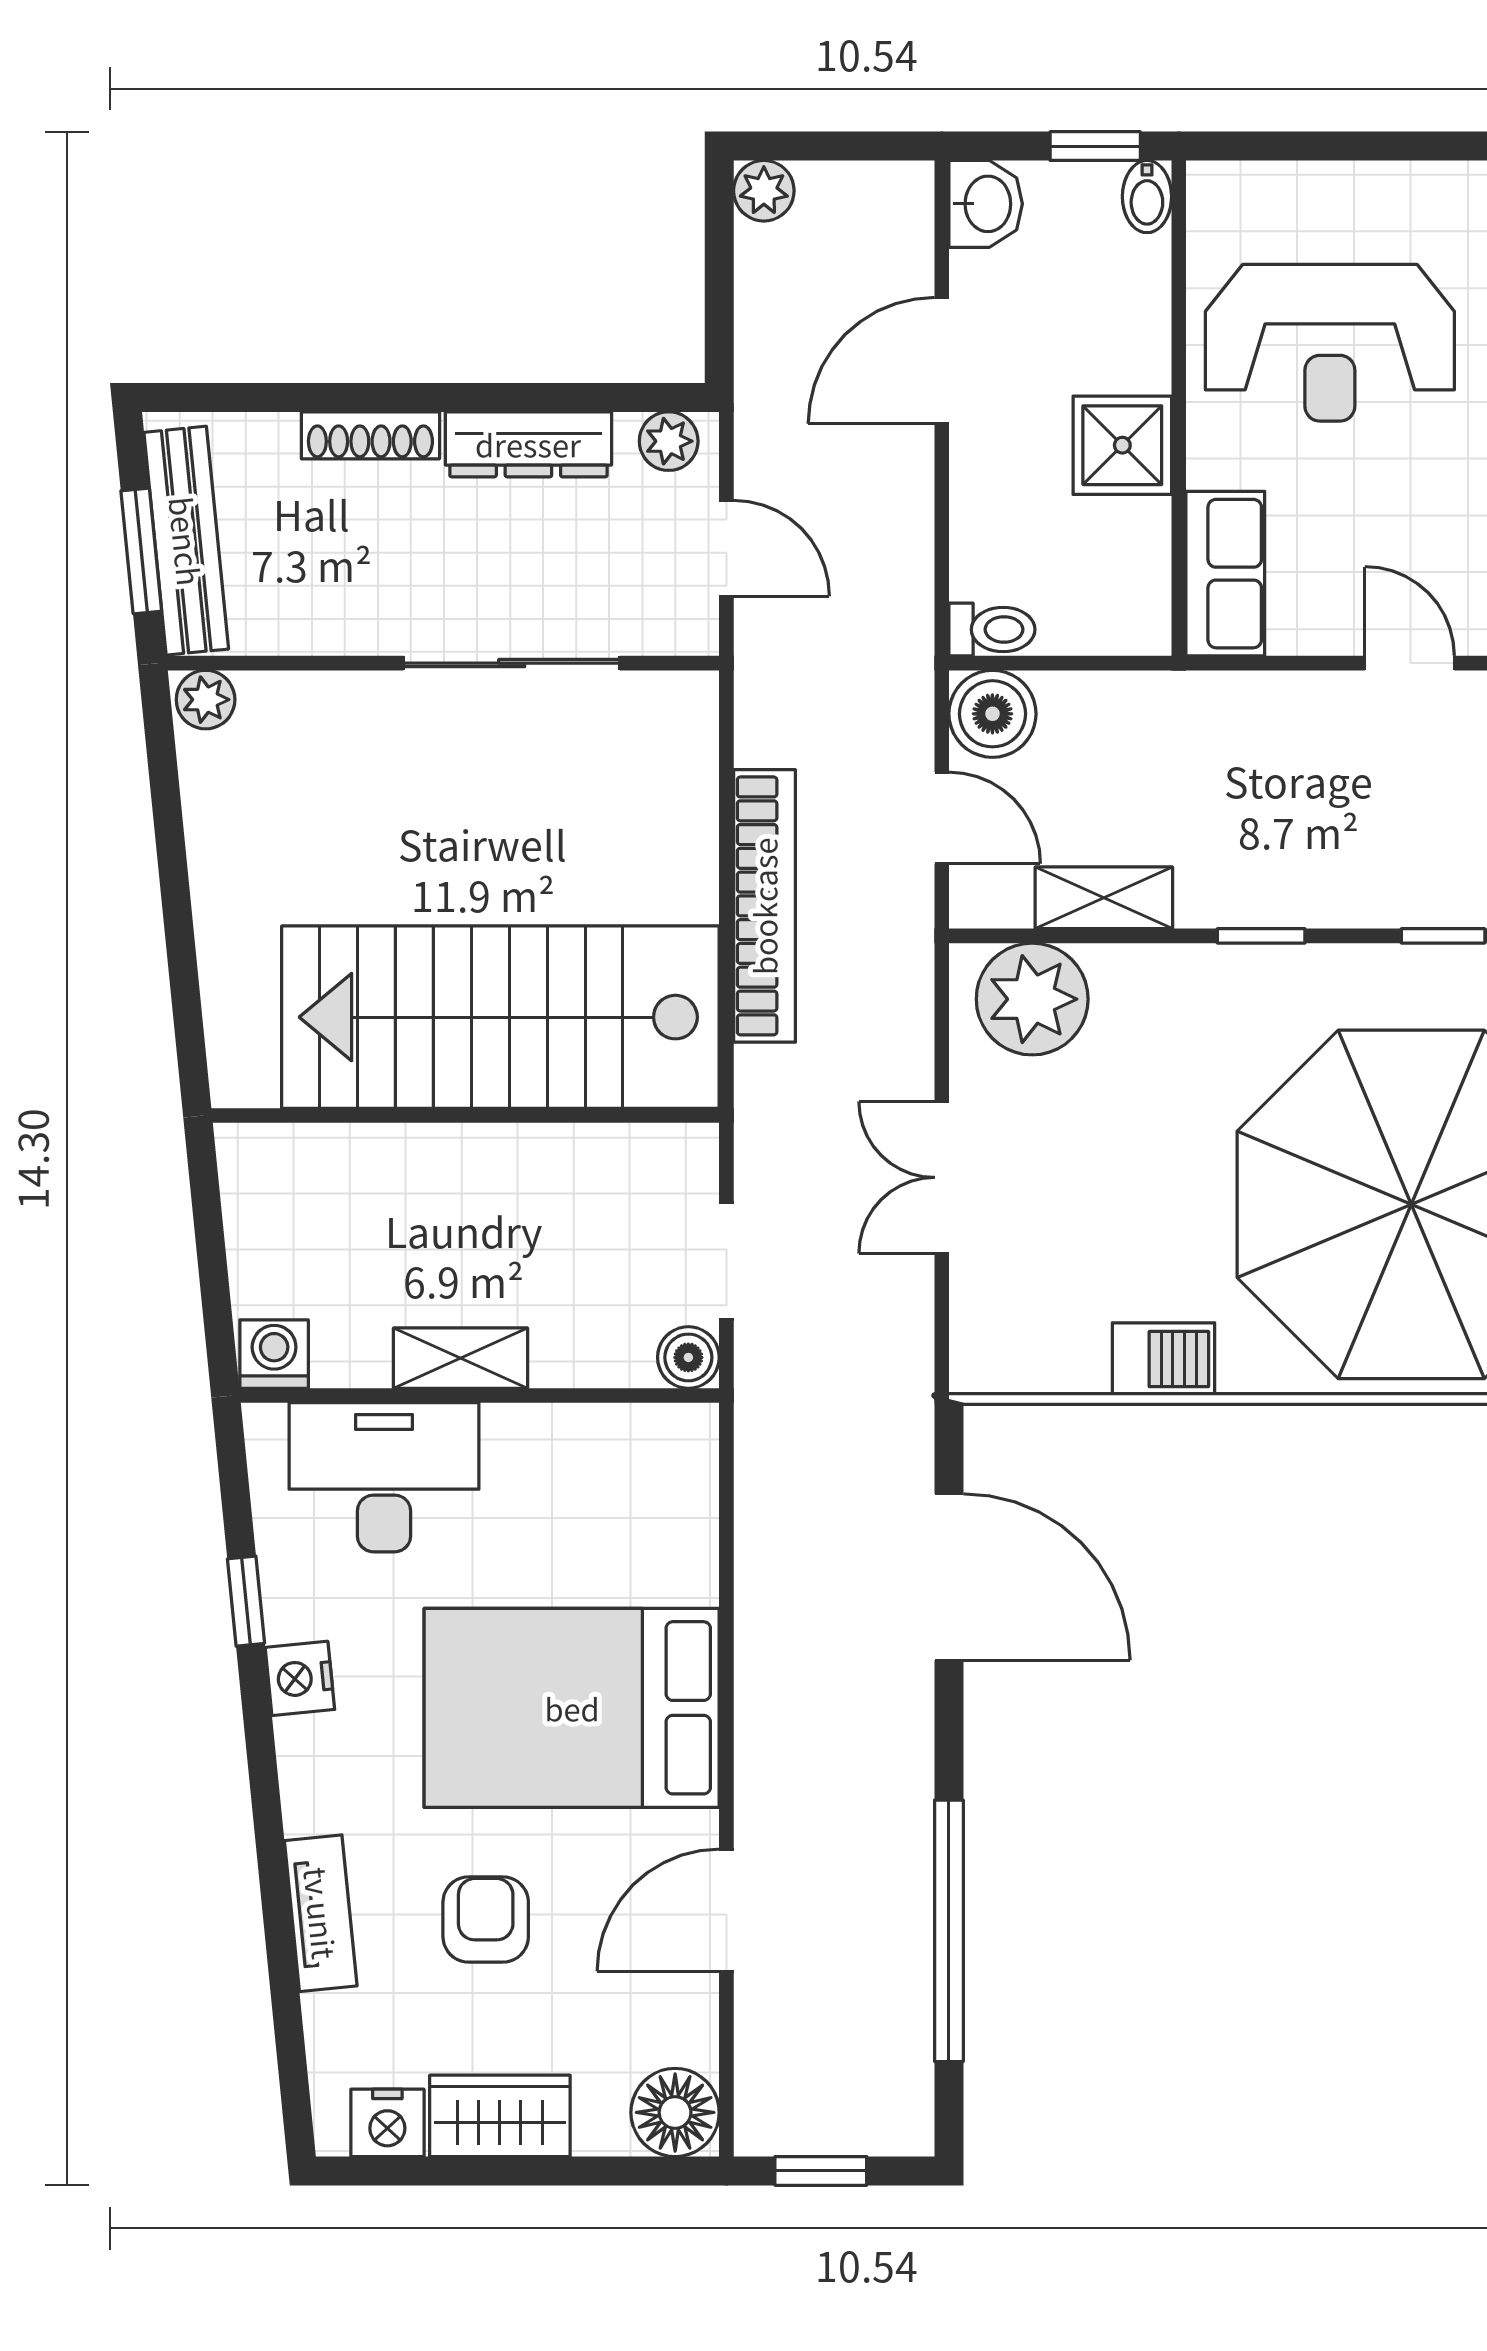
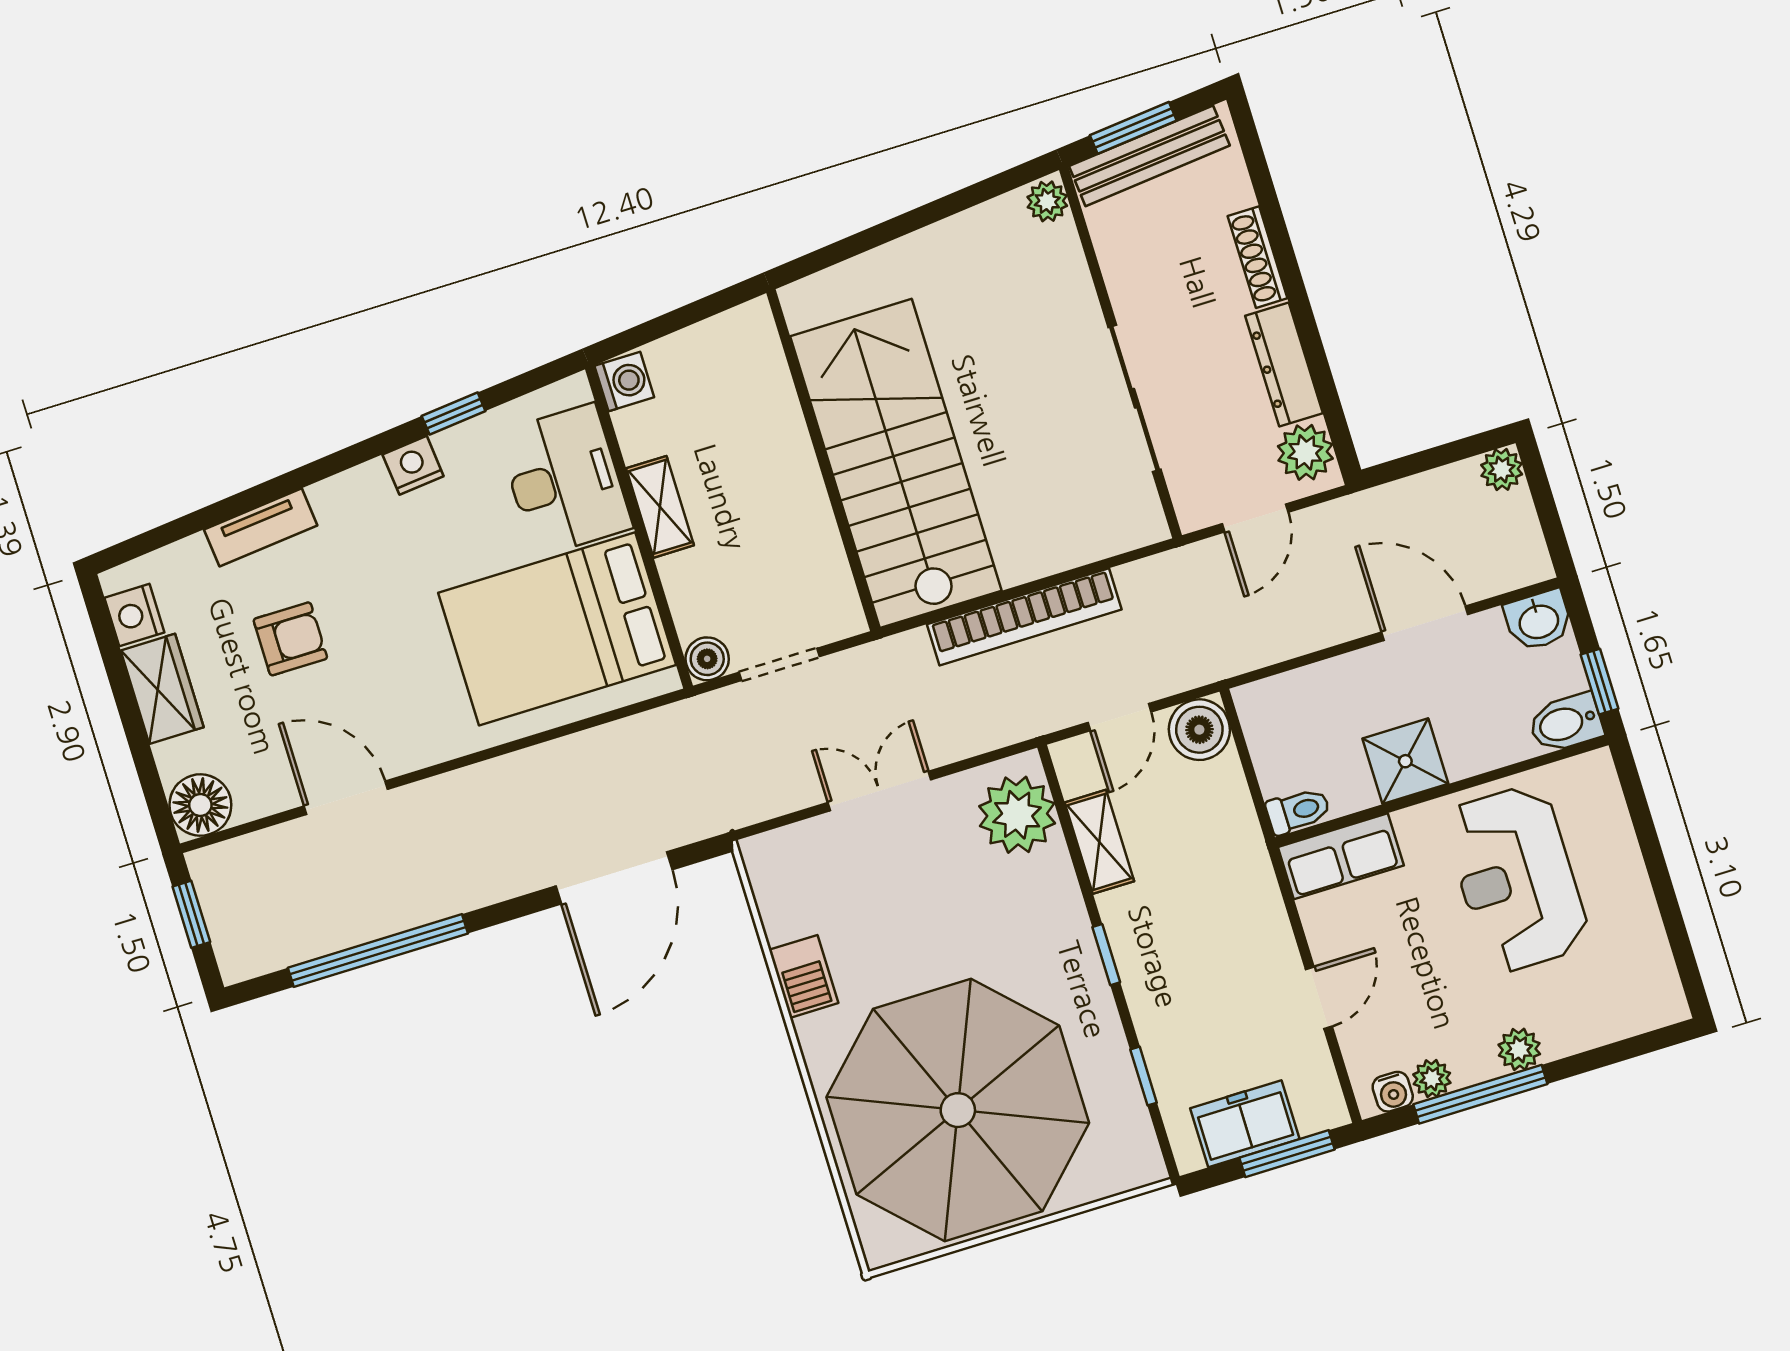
bidet: (1147, 197) -> (1566, 723), width x1.38, depth x1.36
plant: (669, 441) -> (1305, 452), width x1.38, depth x1.38
toilet: (992, 629) -> (1298, 811), moved, turned -90
bed: (572, 1708) -> (557, 629), moved, turned -90

